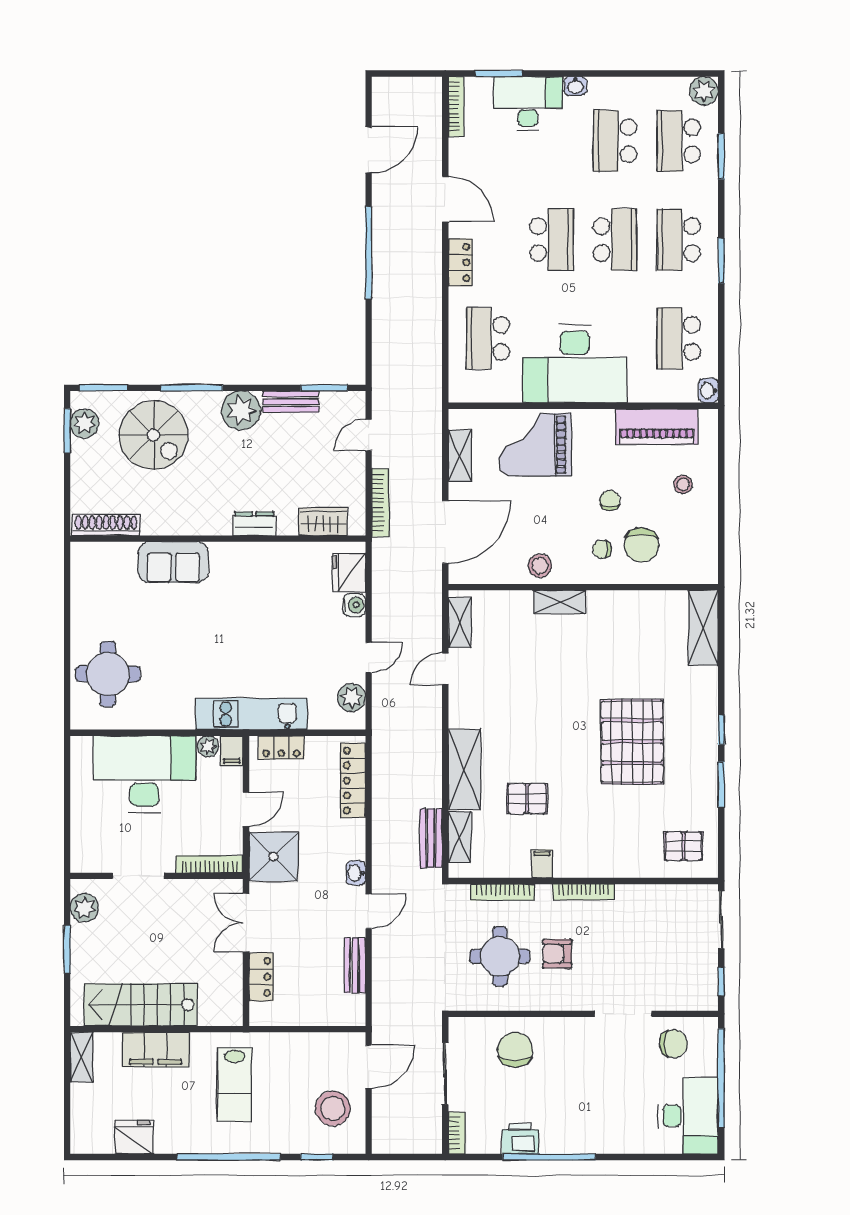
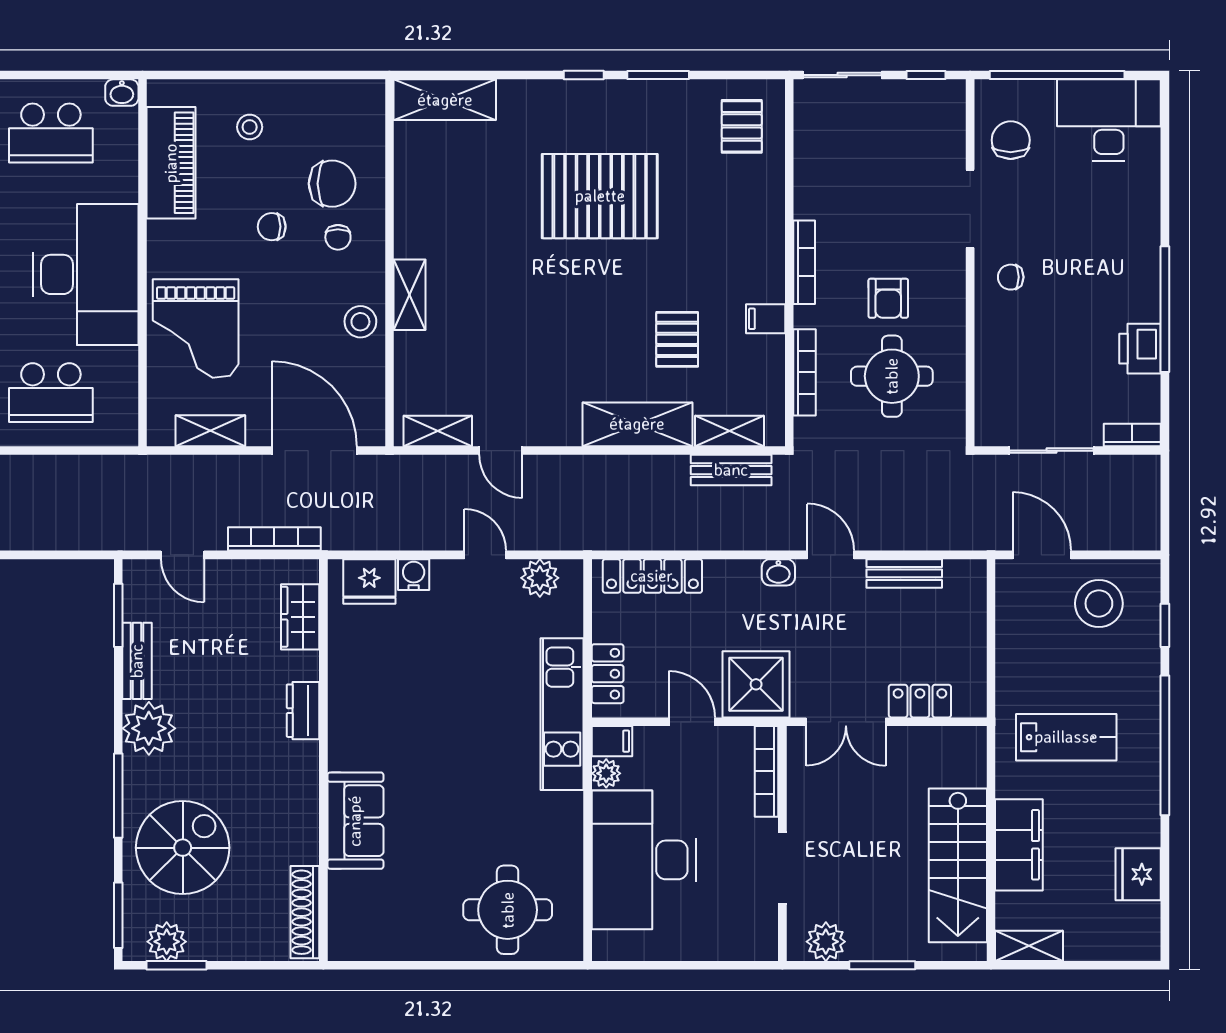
chair: (515, 1050) -> (1011, 277), moved, width x0.54, depth x0.54

